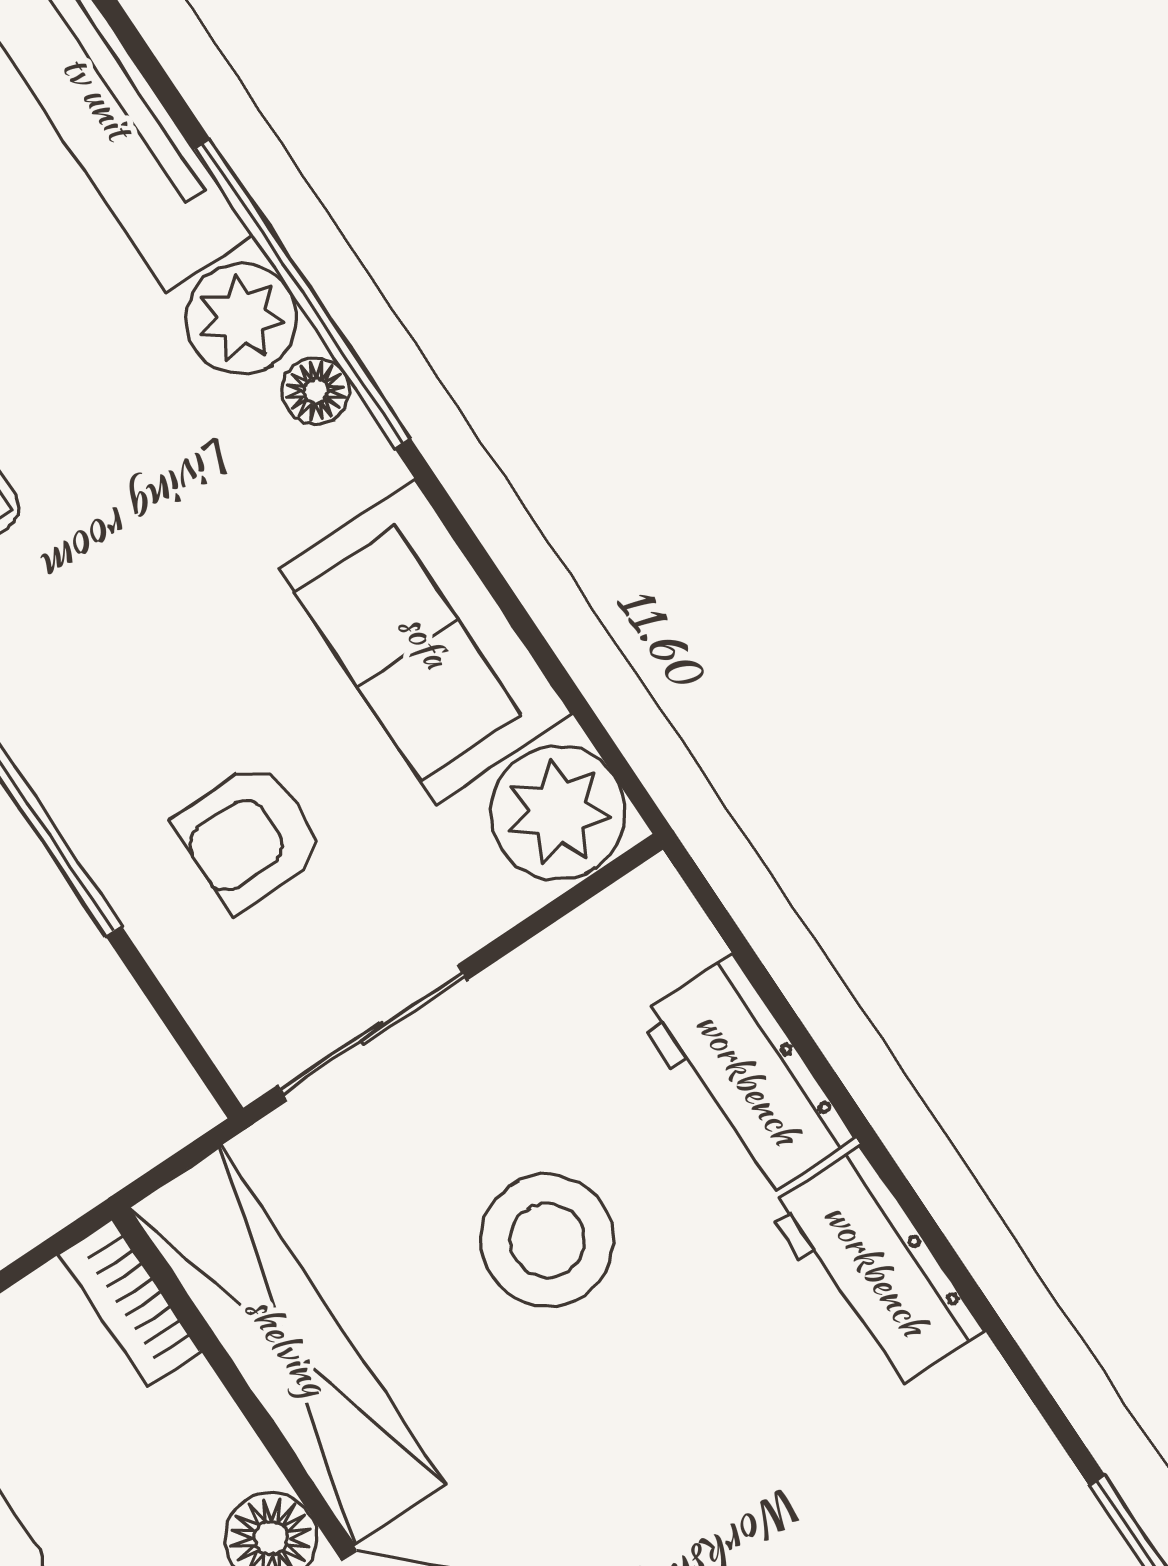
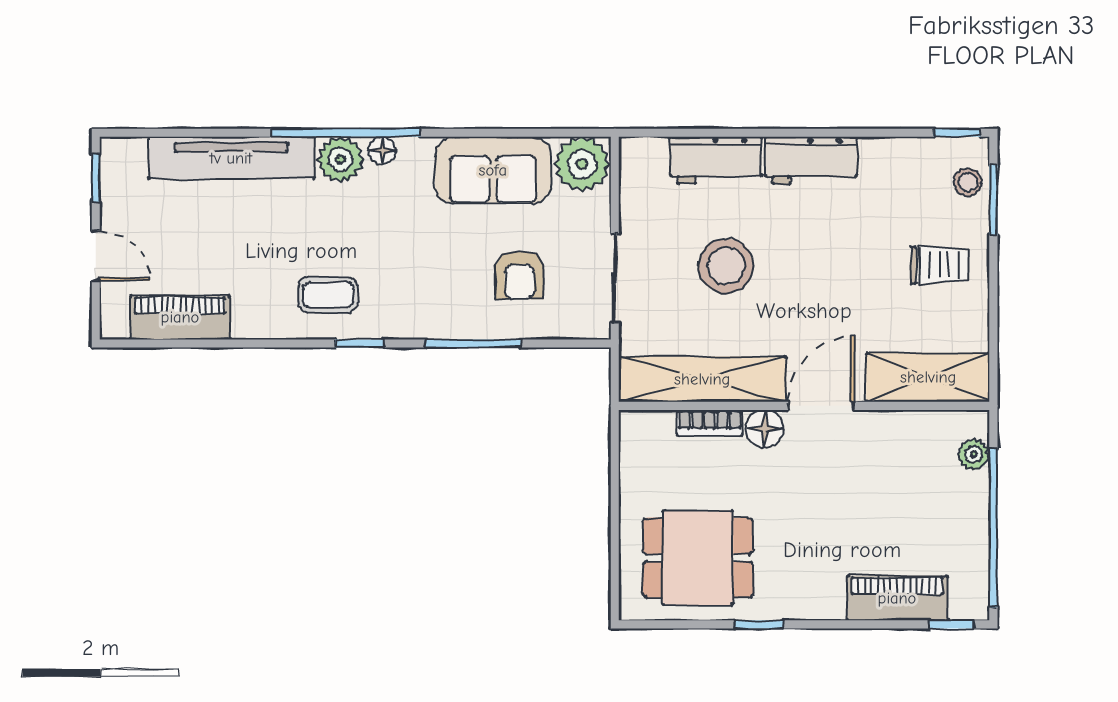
bookcase: (130, 1302) -> (710, 423), moved

